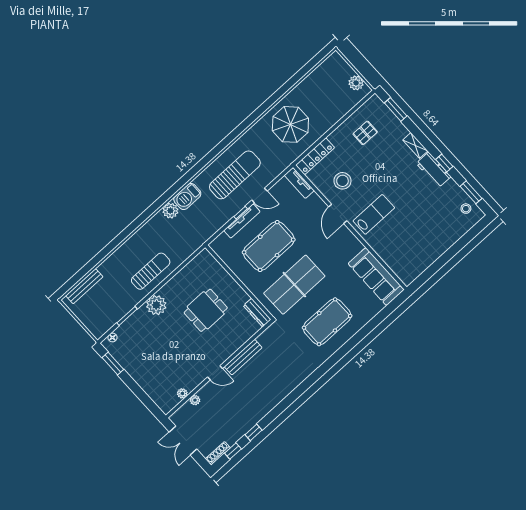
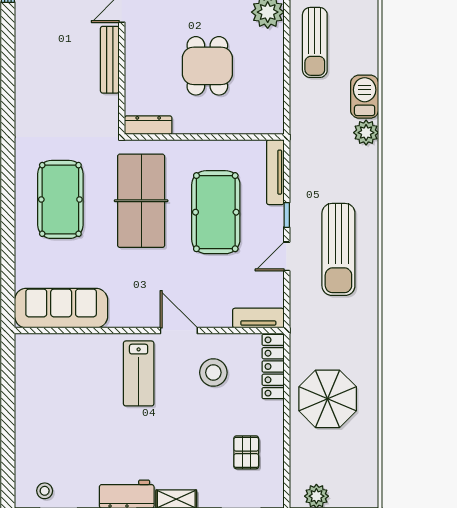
parasol: (290, 124) -> (328, 399), moved
barbecue: (187, 196) -> (365, 97), moved
tv unit: (242, 221) -> (275, 172), moved

